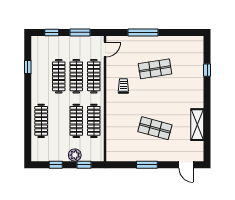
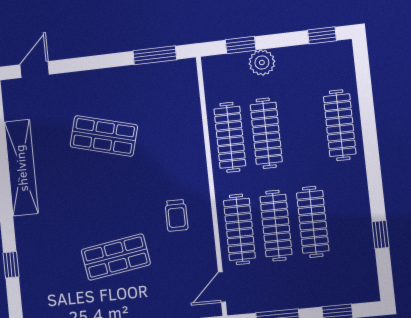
shelving: (197, 125) -> (21, 168), width x1.47
window: (56, 165) -> (322, 35), moved
window: (147, 165) -> (155, 55), moved
door: (186, 165) -> (35, 69), hinge flipped

